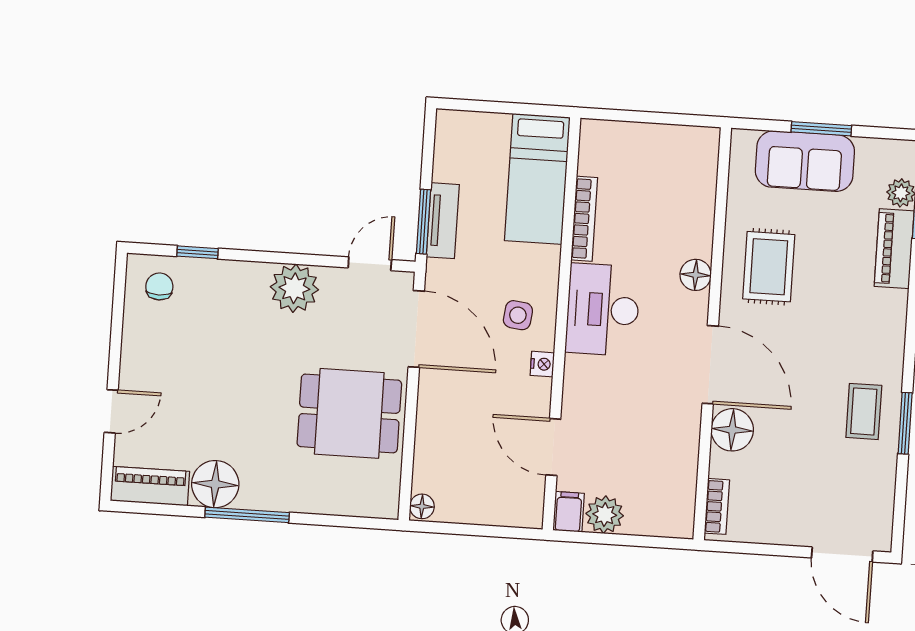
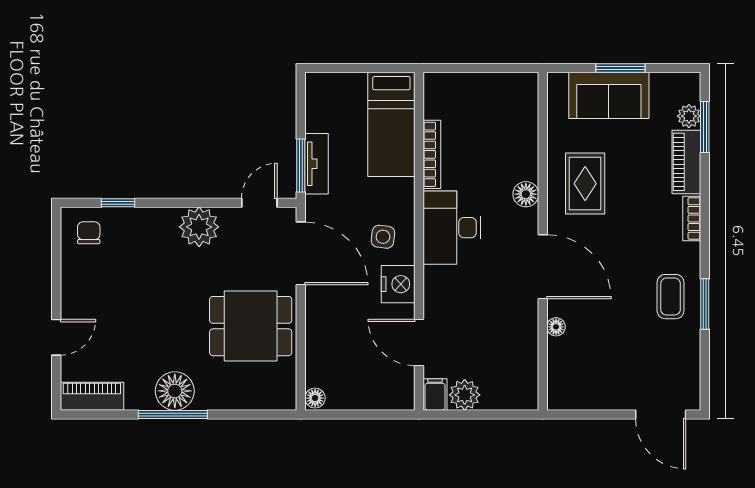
nightstand: (542, 364) -> (398, 284), width x1.89, depth x1.79
floor lamp: (732, 430) -> (556, 327), width x0.53, depth x0.53
floor lamp: (215, 484) -> (175, 391), moved
bookcase: (717, 506) -> (692, 218), moved, turned 180

